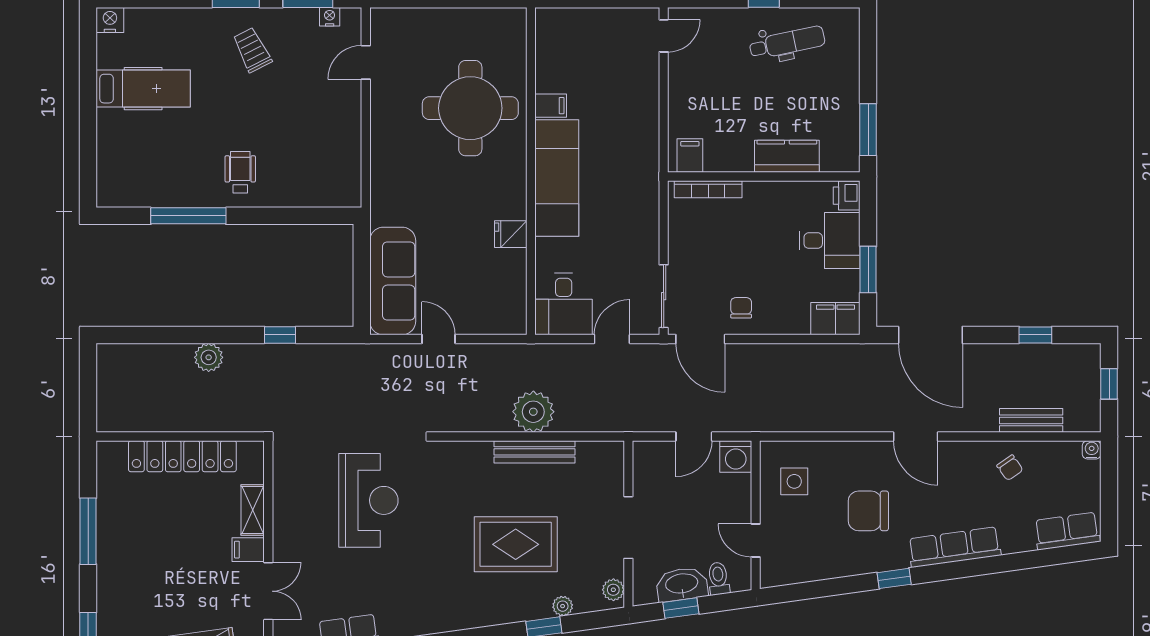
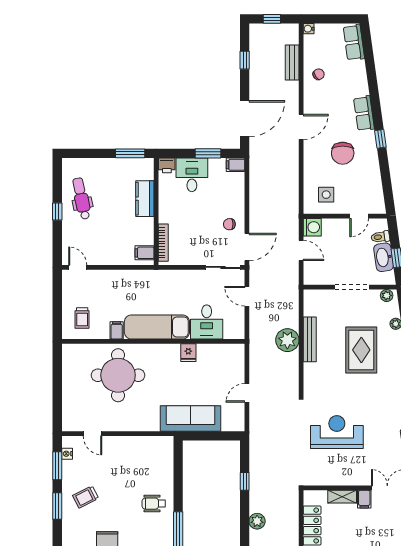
trolley: (573, 44) -> (82, 318), added
sofa: (393, 281) -> (191, 419), moved
desk: (564, 304) -> (207, 322), moved, turned 90
filing cabinet: (835, 319) -> (235, 165), width x0.50
row of seats: (954, 547) -> (364, 113), width x0.68

